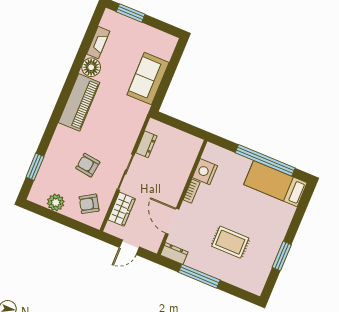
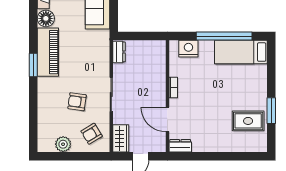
dresser: (146, 144) -> (119, 52), moved
window: (35, 167) -> (33, 65), moved
nightstand: (205, 172) -> (188, 49), moved, turned 90
wardrobe: (122, 209) -> (121, 138), moved
rug: (230, 242) -> (248, 121), moved
window: (199, 276) -> (209, 156), removed

